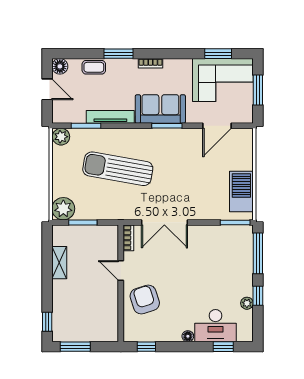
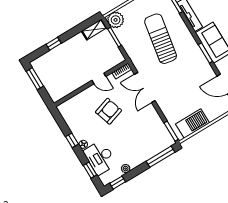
shelving: (59, 263) -> (94, 29), moved
door: (121, 270) -> (99, 78), swing flipped
window: (258, 296) -> (118, 183), moved
armchair: (145, 300) -> (109, 111), moved
window: (47, 322) -> (54, 44), moved
window: (146, 347) -> (72, 140), moved

